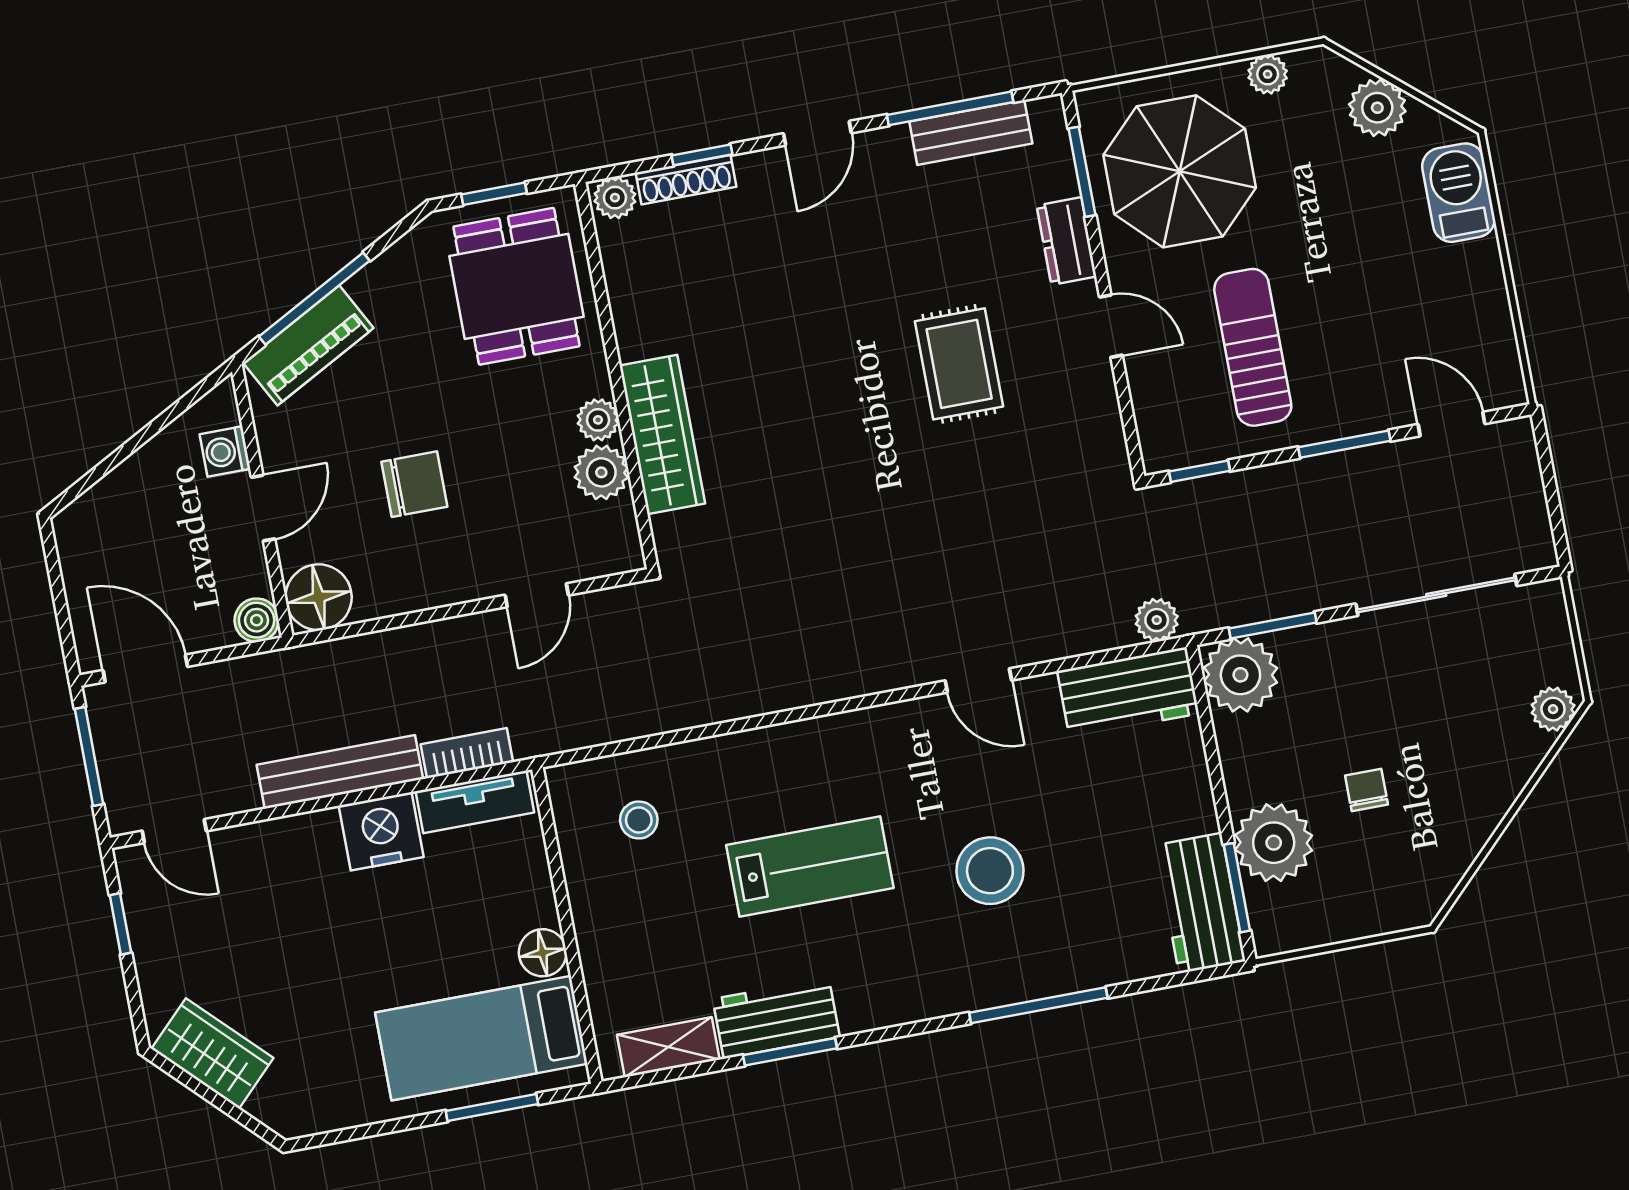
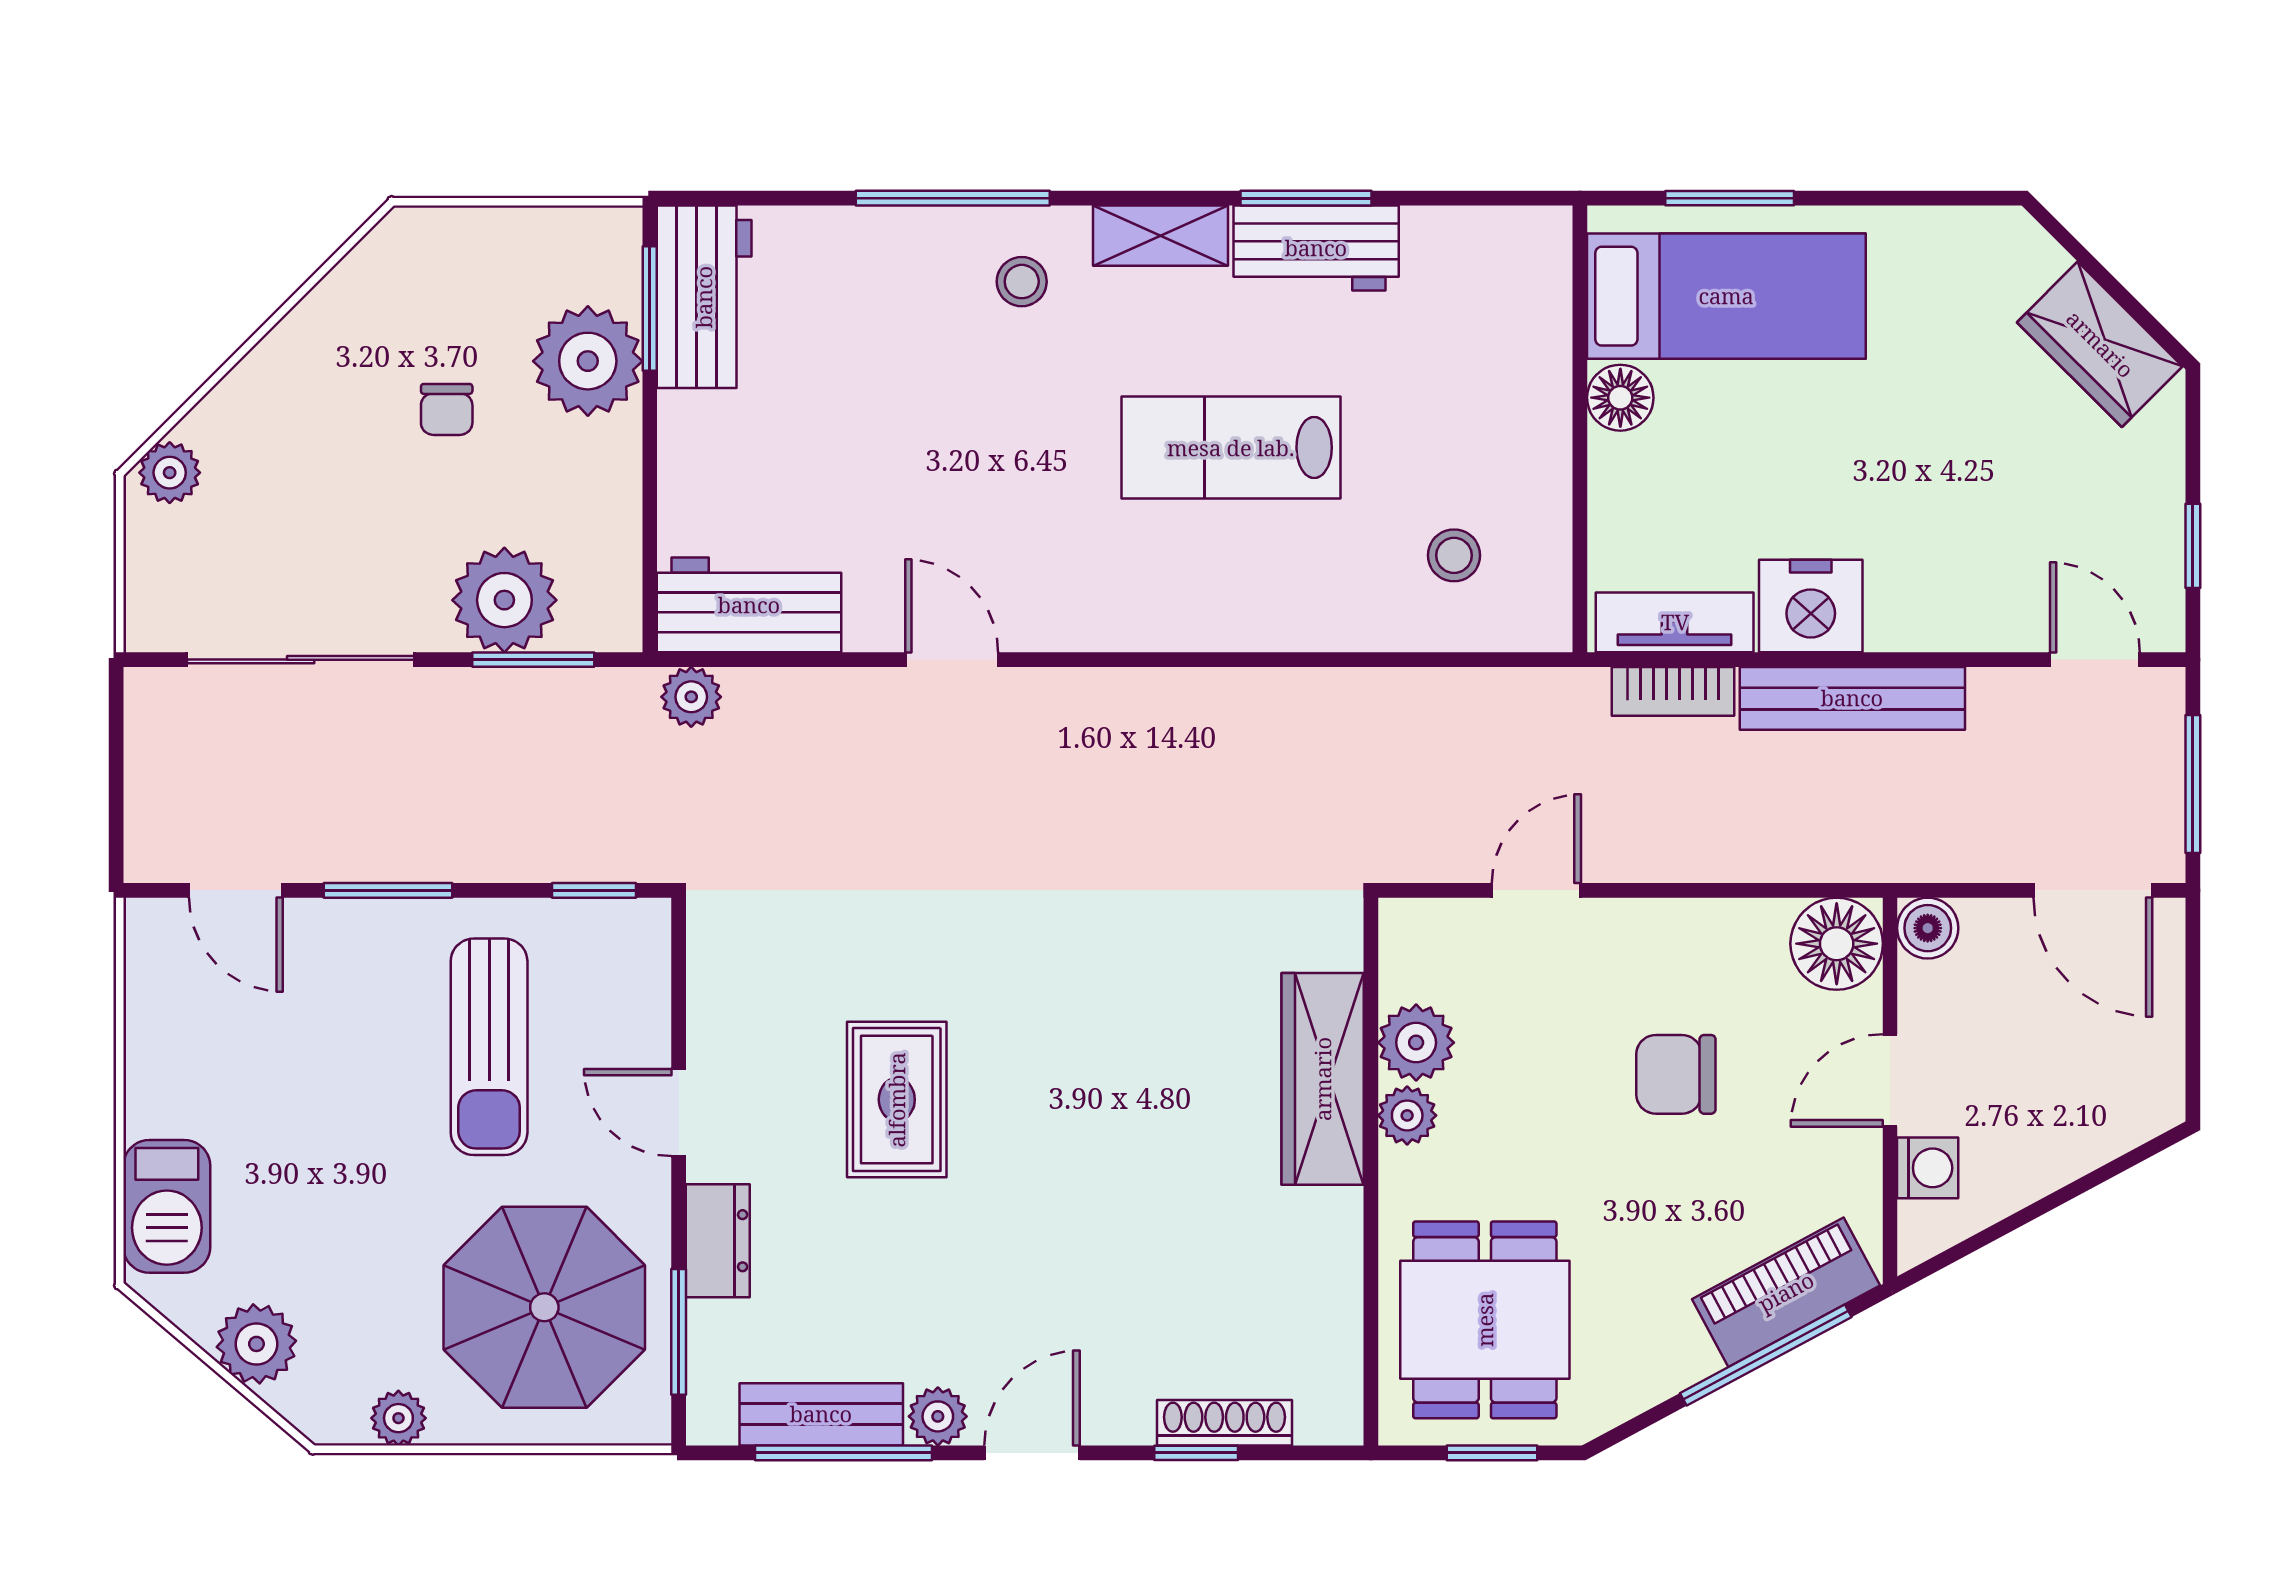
plant: (615, 198) -> (938, 1416), moved
plant: (1240, 675) -> (504, 600), moved
stool: (990, 871) -> (1022, 282), moved, width x0.53, depth x0.53
shelving: (668, 1047) -> (1161, 236), moved

